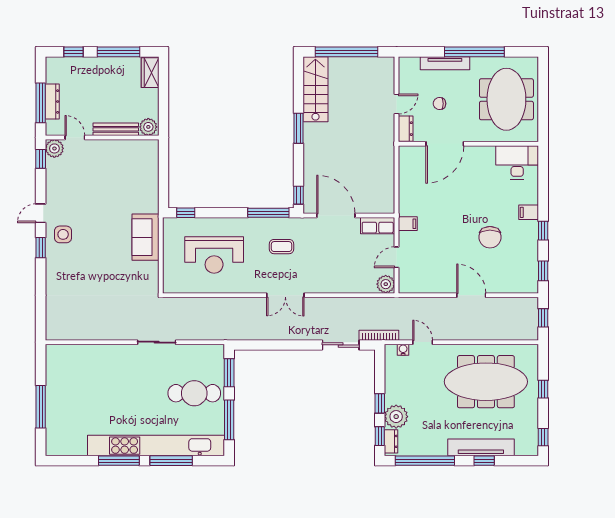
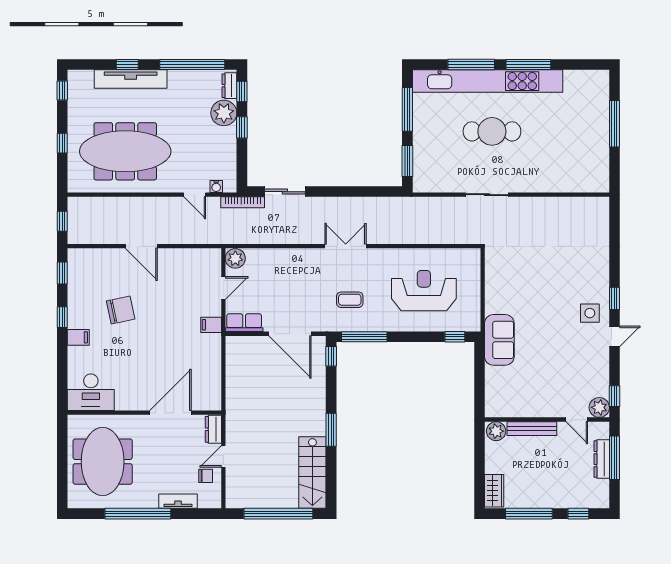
tv unit: (445, 63) -> (178, 501), width x0.71
chair: (440, 104) -> (206, 476), moved
sofa: (145, 237) -> (499, 340), moved
chair: (490, 237) -> (121, 310), turned 78
cafe table: (194, 393) -> (492, 131), moved

